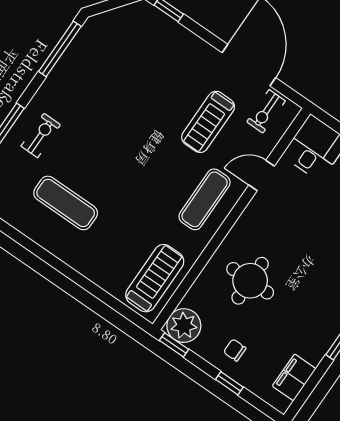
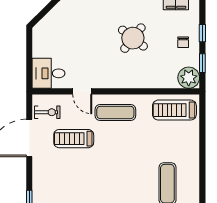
treadmill: (208, 122) -> (74, 139), turned 180
round table: (250, 281) -> (133, 38), moved, turned 38
window: (174, 345) -> (202, 63), moved

